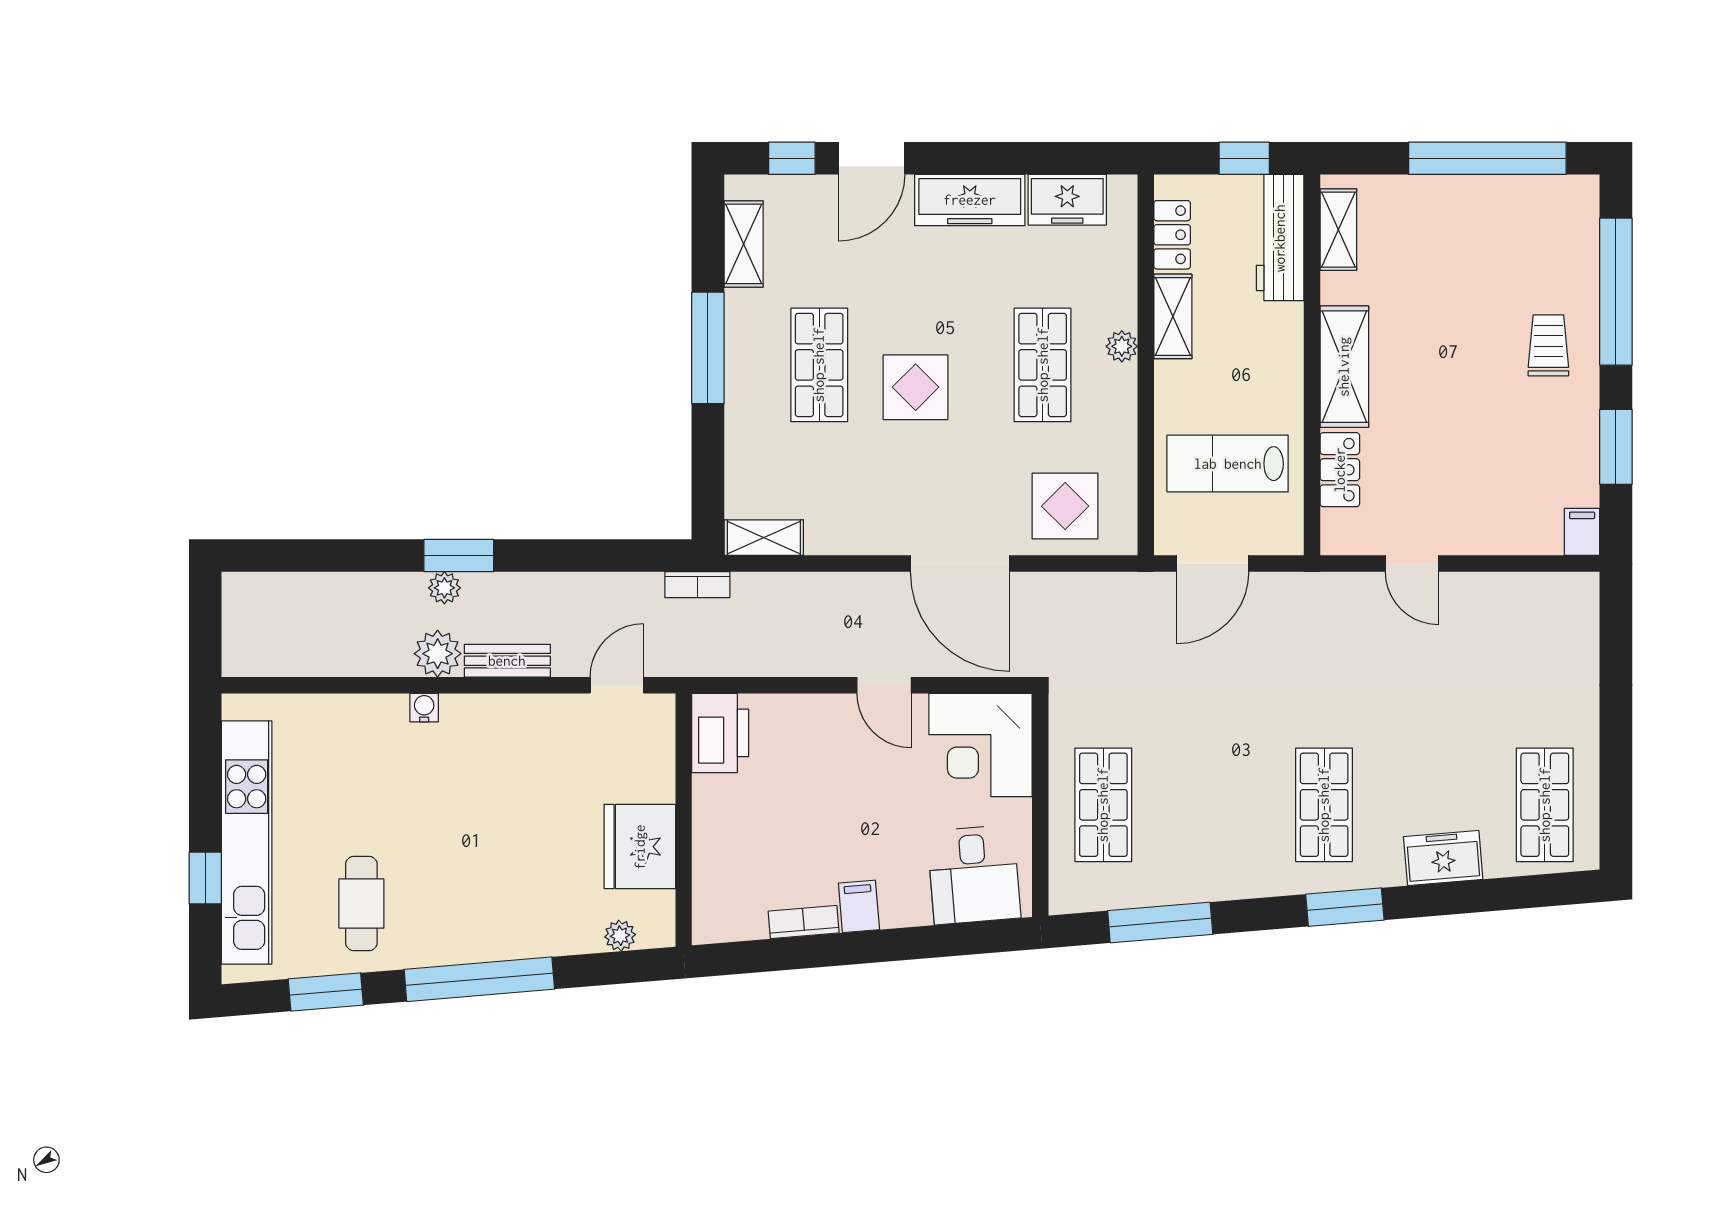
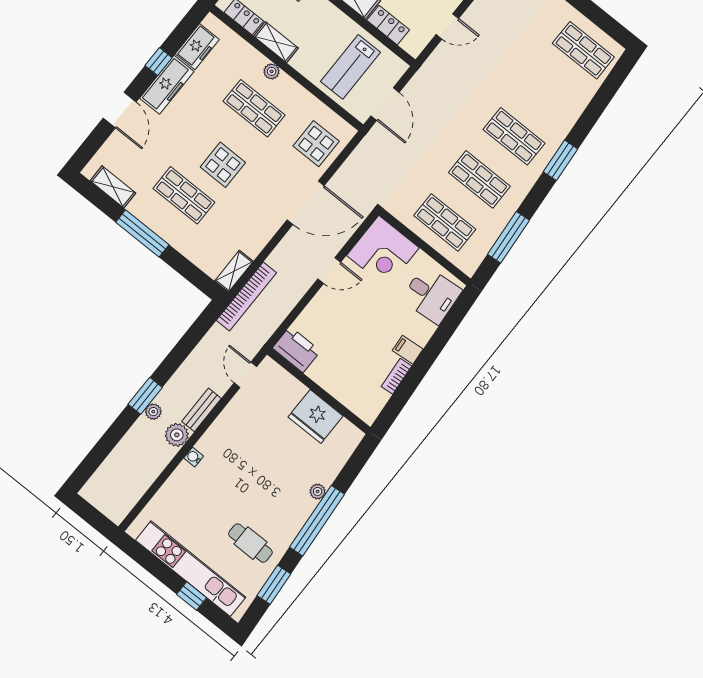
window: (792, 158) -> (159, 62), moved
bookcase: (697, 585) -> (246, 297), width x2.31, depth x1.31
shop shelf: (1214, 805) -> (479, 179), added
freezer: (1443, 858) -> (572, 107), removed
plant: (620, 936) -> (318, 491), moved

